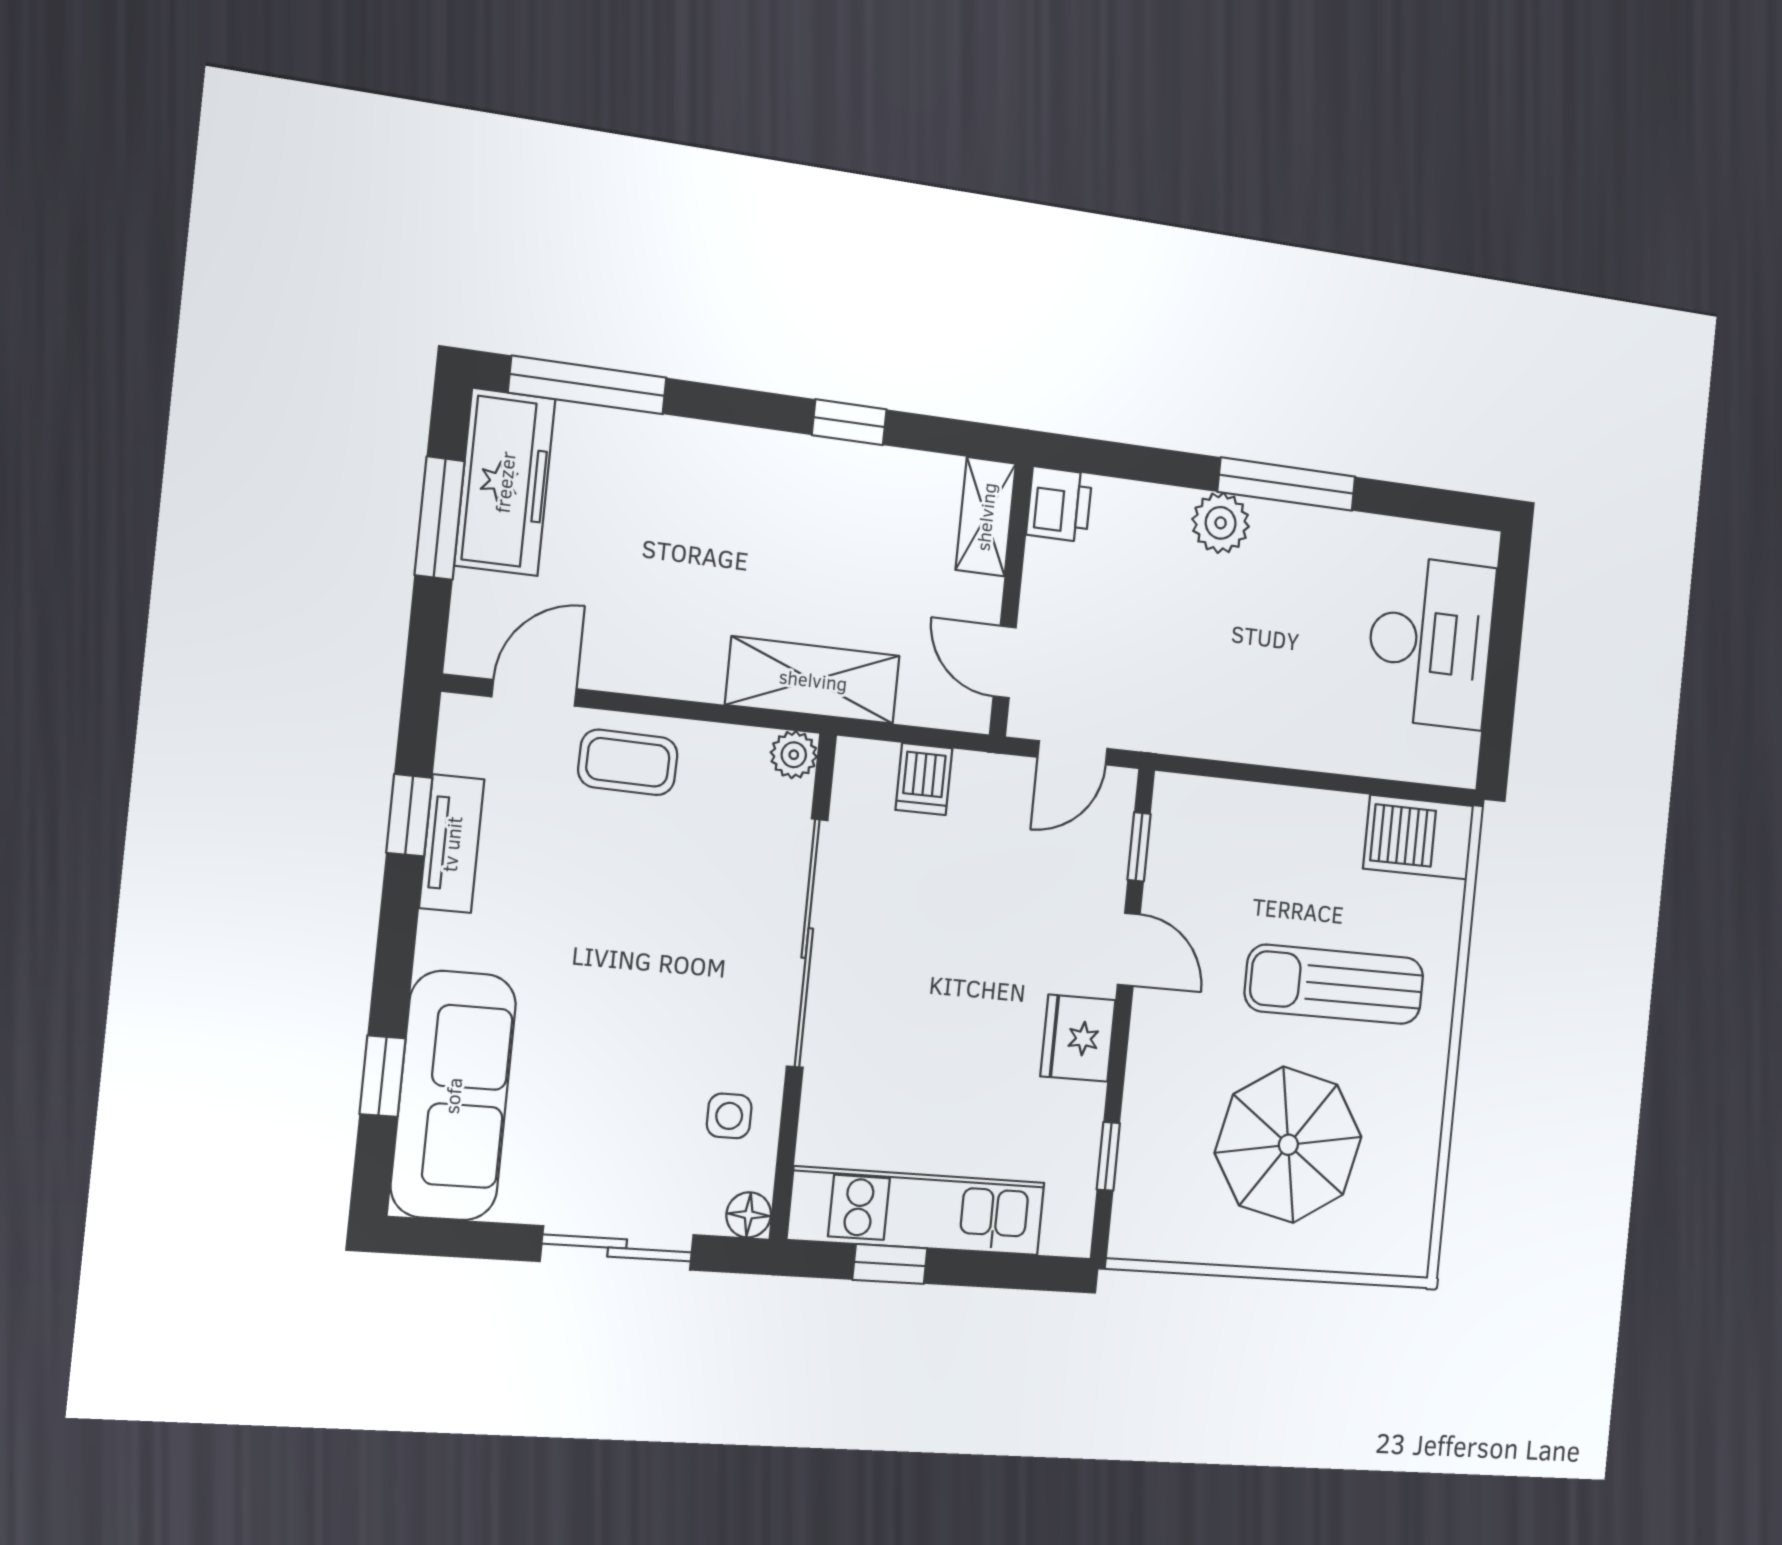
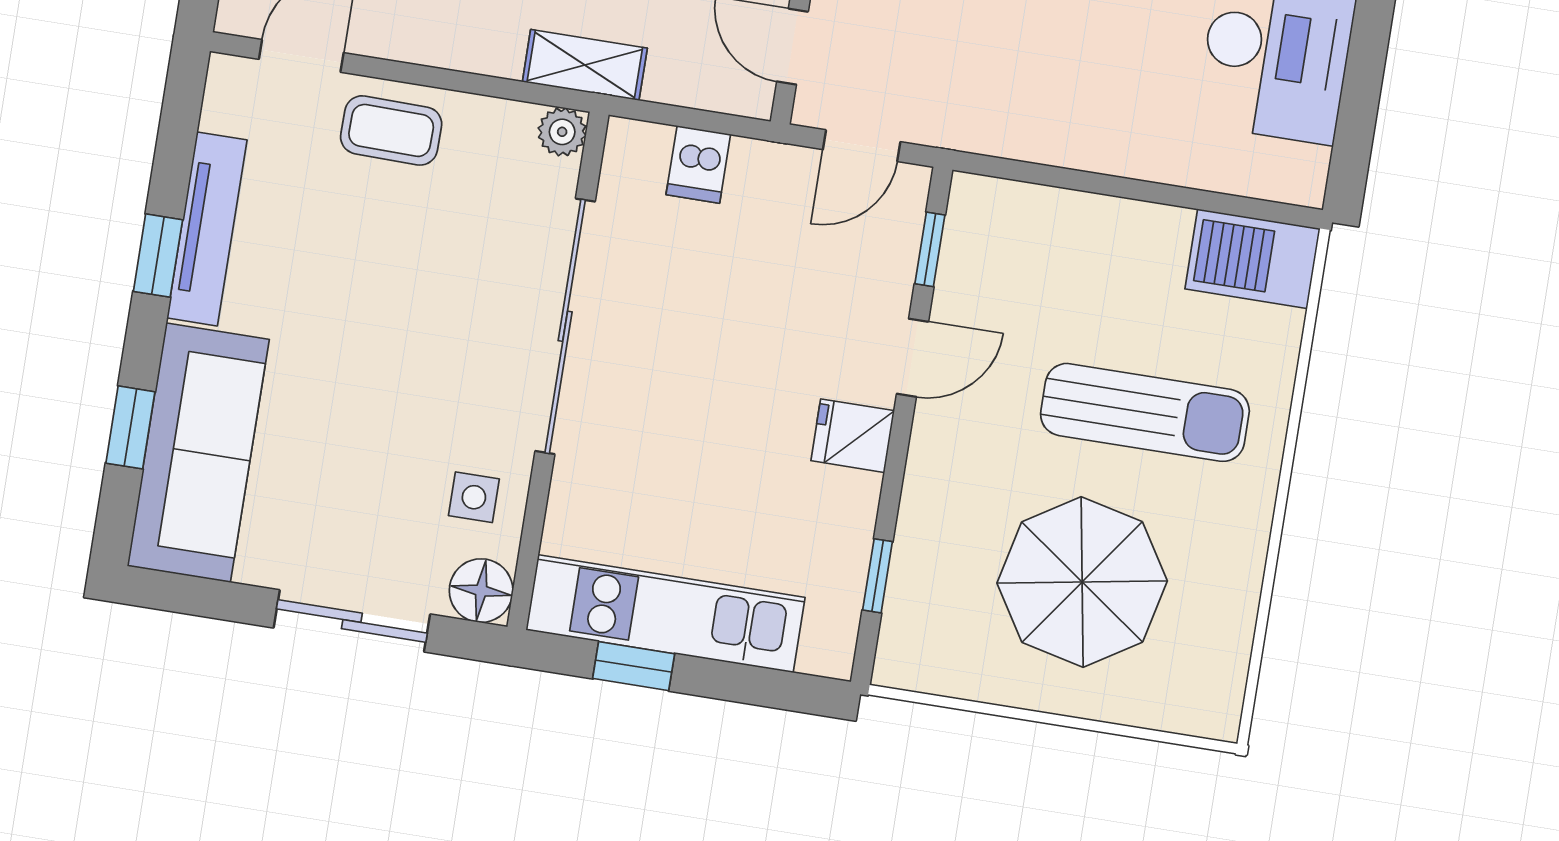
shelving: (813, 680) -> (585, 65), width x0.67, depth x0.75
window: (409, 815) -> (158, 256), moved
tv unit: (452, 844) -> (207, 229), width x1.41
door: (1129, 949) -> (912, 358), hinge flipped
sun lounger: (1334, 984) -> (1145, 412), turned 180
fridge: (1078, 1038) -> (853, 436), width x0.72
floor lamp: (749, 1215) -> (481, 591), width x1.37, depth x1.37

